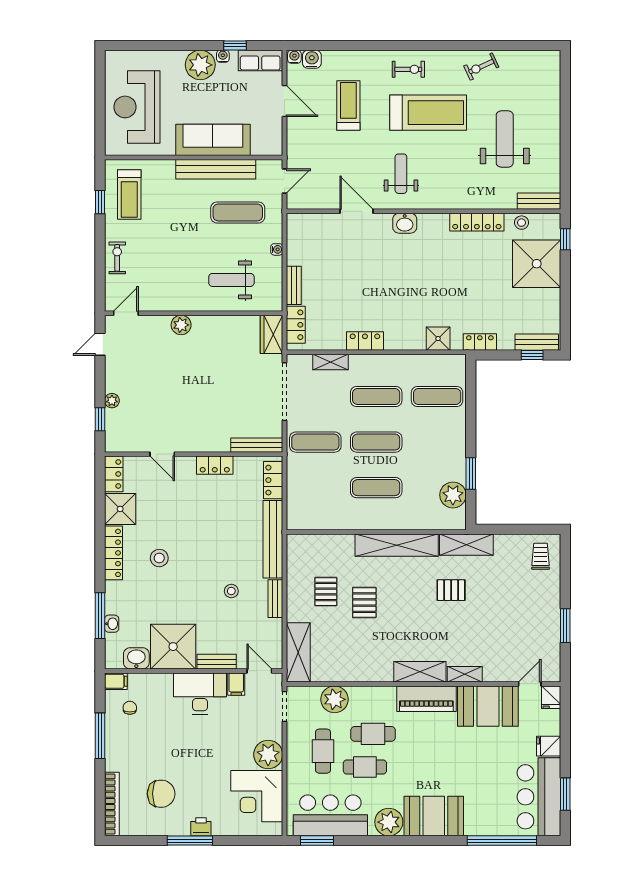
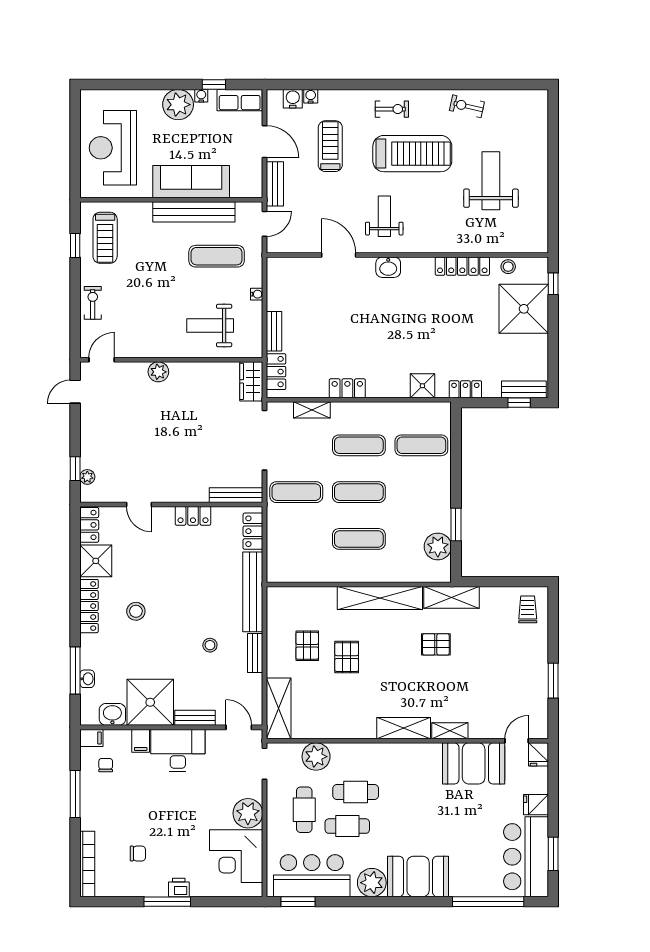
water cooler: (294, 57) -> (311, 96), moved
exercise bike: (481, 67) -> (467, 106), turned 38
bench: (539, 201) -> (275, 184), moved, turned 90
plant: (112, 401) -> (87, 477), moved
filing cabinet: (236, 684) -> (141, 741), moved
piano: (426, 699) -> (411, 756), removed
chair: (161, 794) -> (138, 854), width x0.54, depth x0.54

